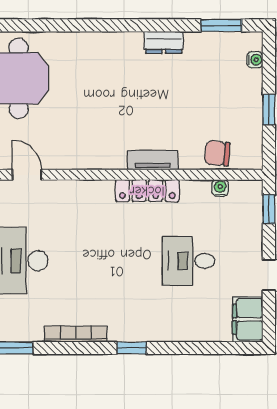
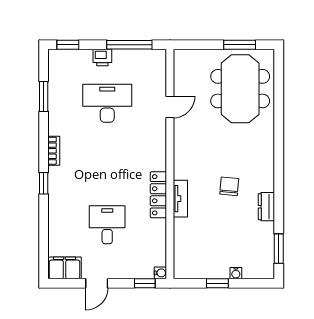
water cooler: (255, 60) -> (236, 273), moved
chair: (217, 153) -> (229, 186), moved
water cooler: (220, 188) -> (160, 273), moved
bookcase: (76, 334) -> (54, 151), width x0.64

